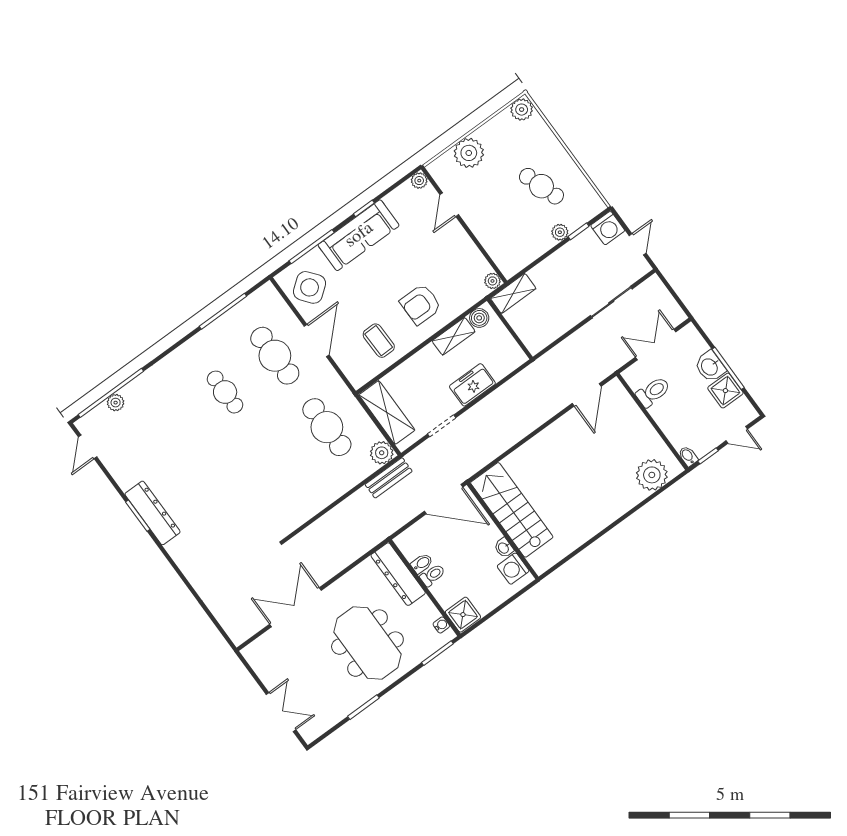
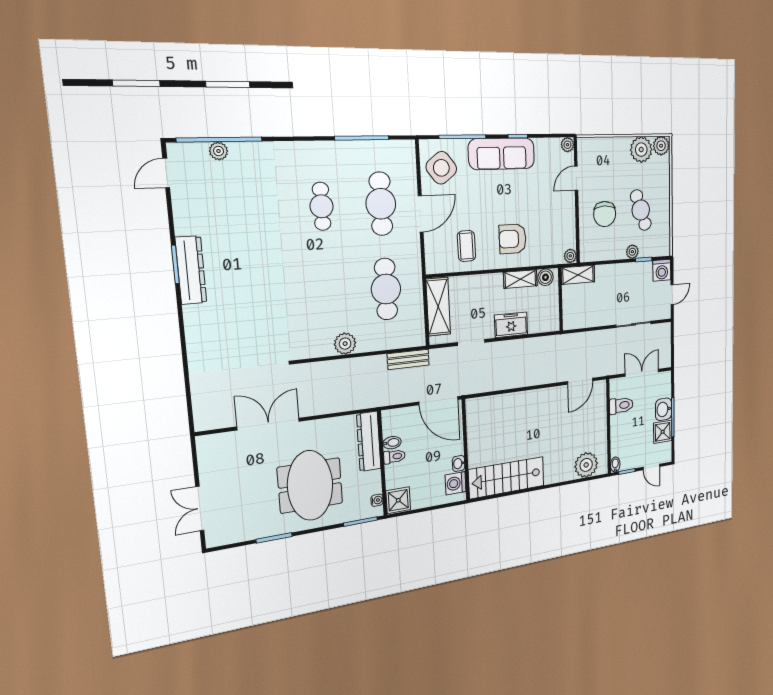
plant: (469, 153) -> (641, 150), moved
chair: (503, 217) -> (605, 214), added
plant: (382, 453) -> (345, 344), moved
stairs: (512, 510) -> (507, 478), moved, turned -90
double door: (281, 712) -> (200, 509), swing flipped

